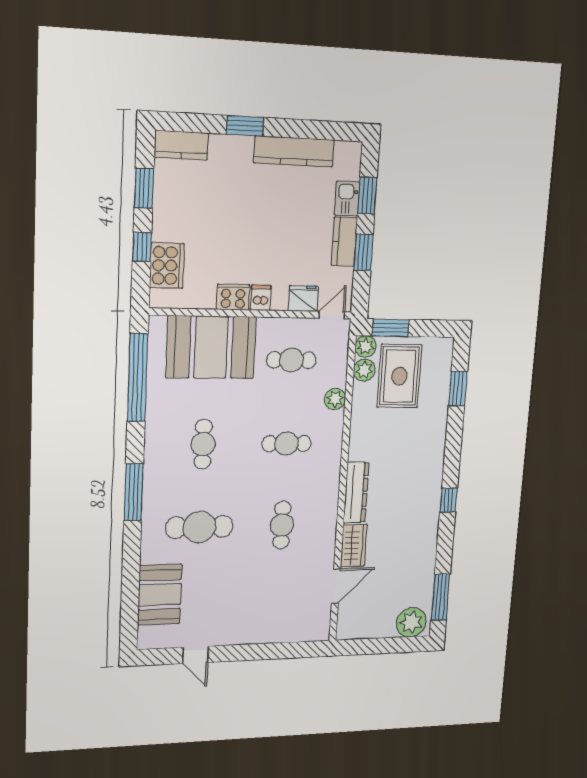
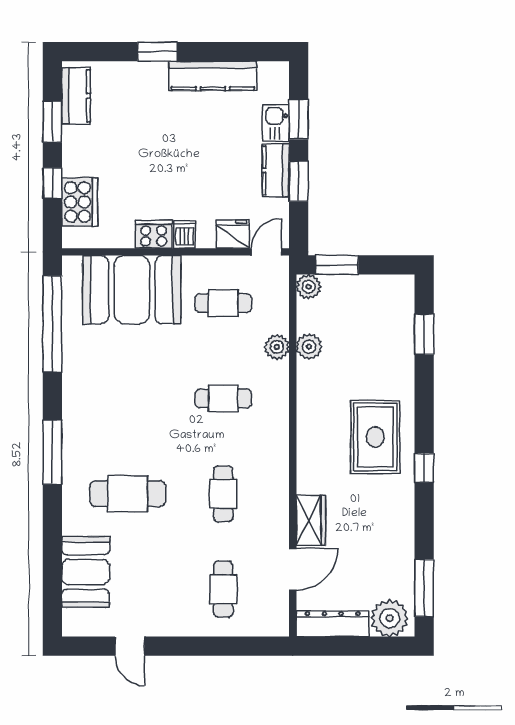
kitchen counter: (181, 145) -> (76, 96), moved, turned -90
plant: (364, 370) -> (309, 347), moved
rug: (399, 376) -> (375, 437), moved
cafe table: (203, 444) -> (223, 589), moved
dresser: (356, 492) -> (333, 624), moved, turned -90

